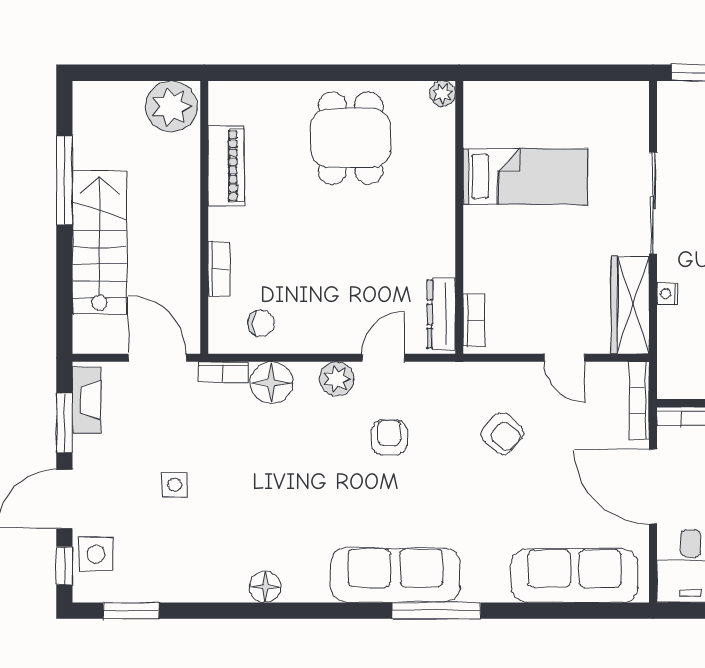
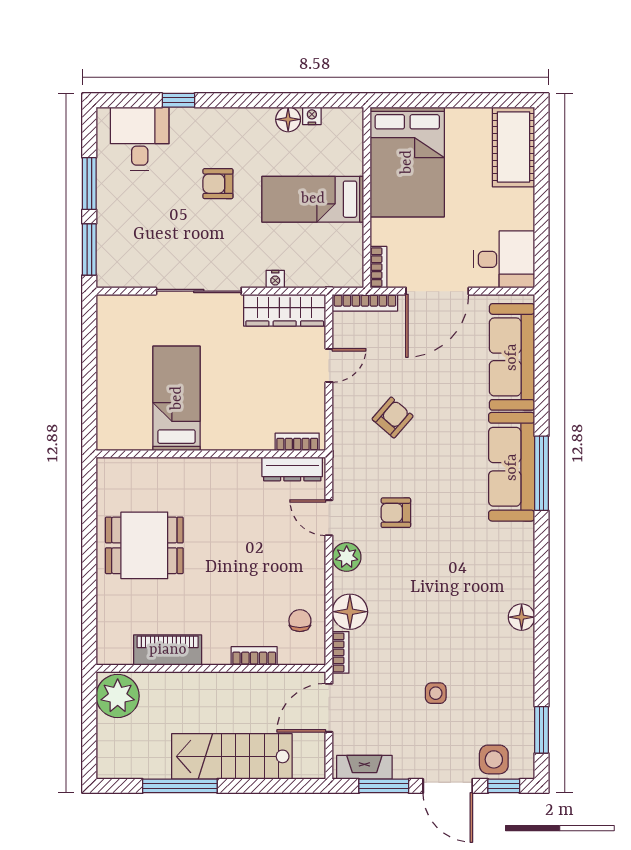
plant: (443, 93) -> (107, 468), removed
sofa: (395, 575) -> (512, 467), moved

